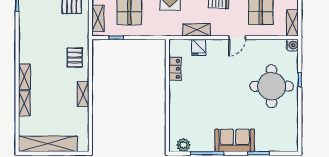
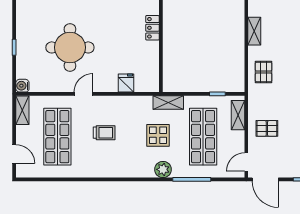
shelving: (196, 30) -> (168, 102), moved
locker: (175, 69) -> (152, 28), moved
round table: (272, 86) -> (70, 47), moved

